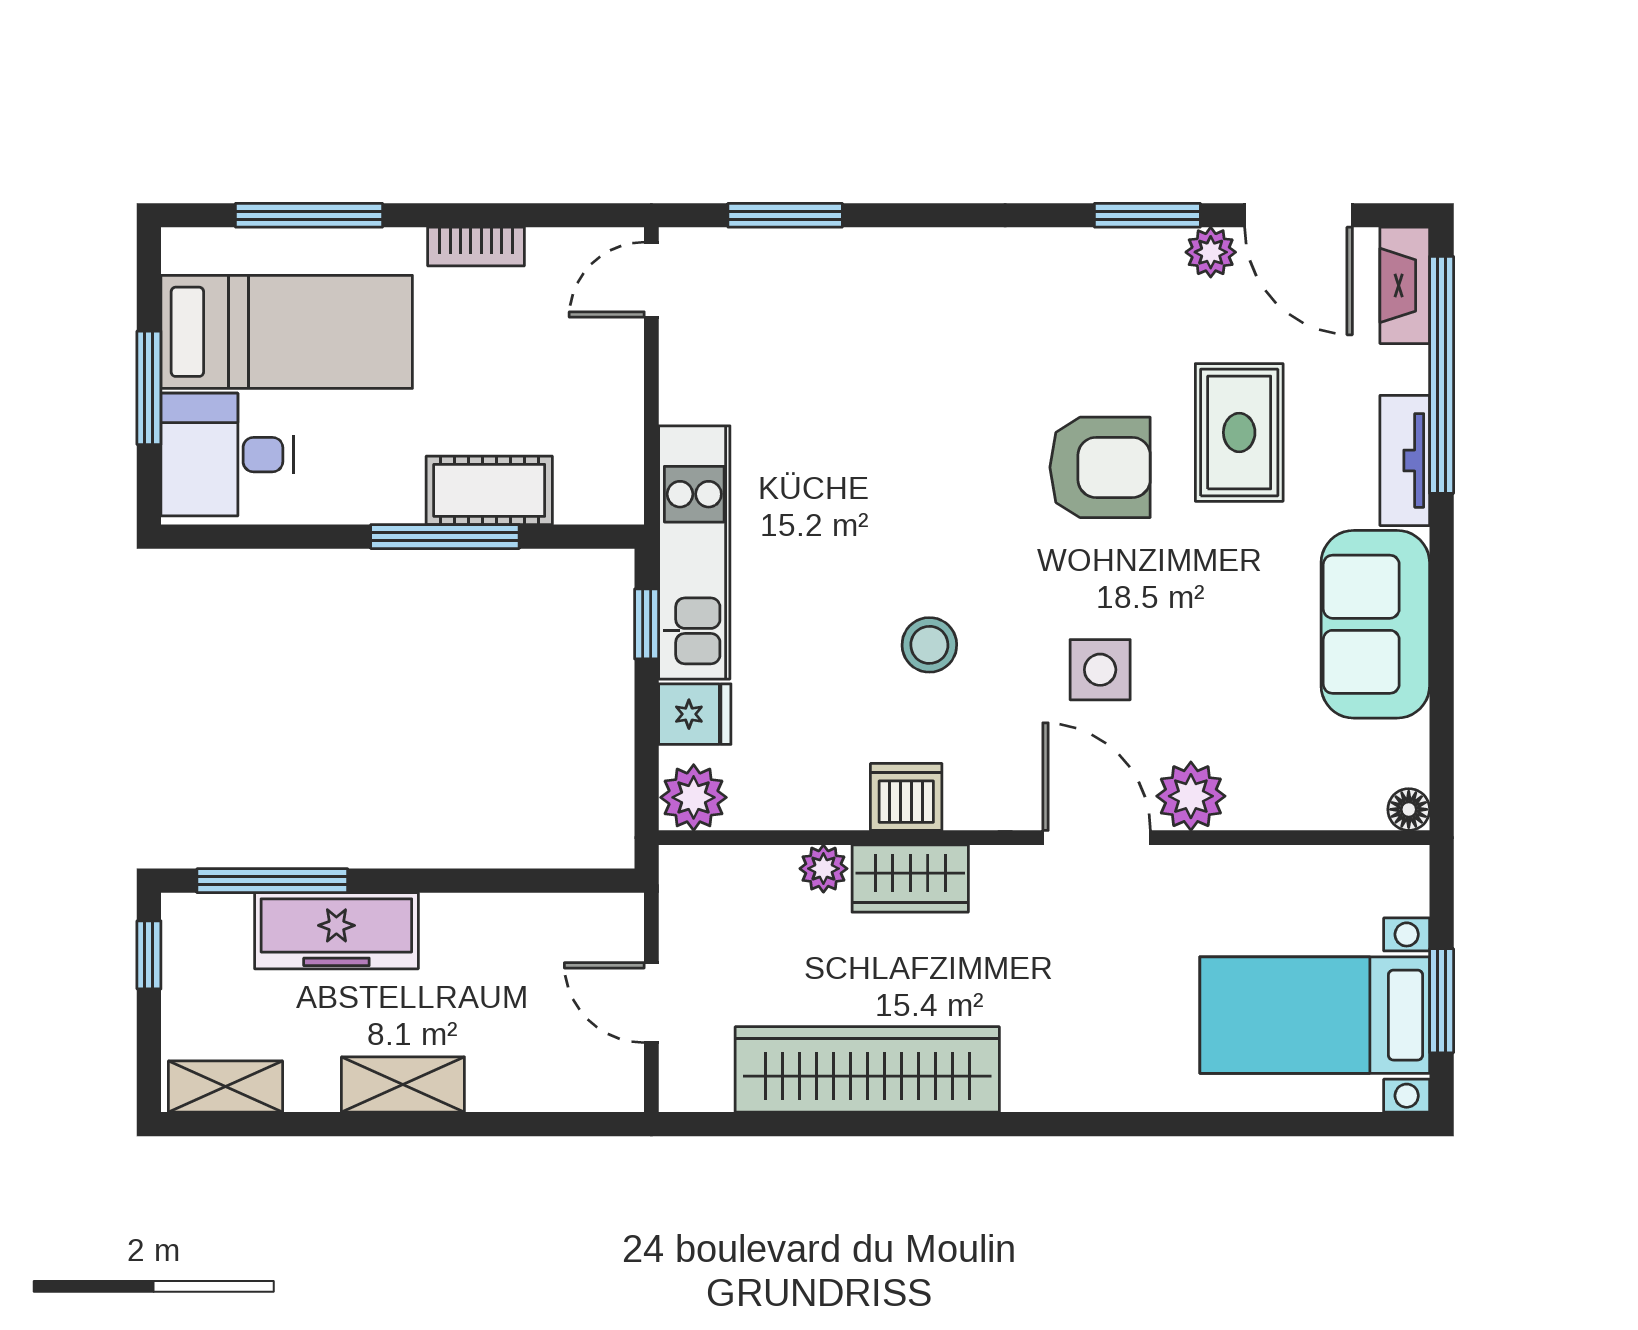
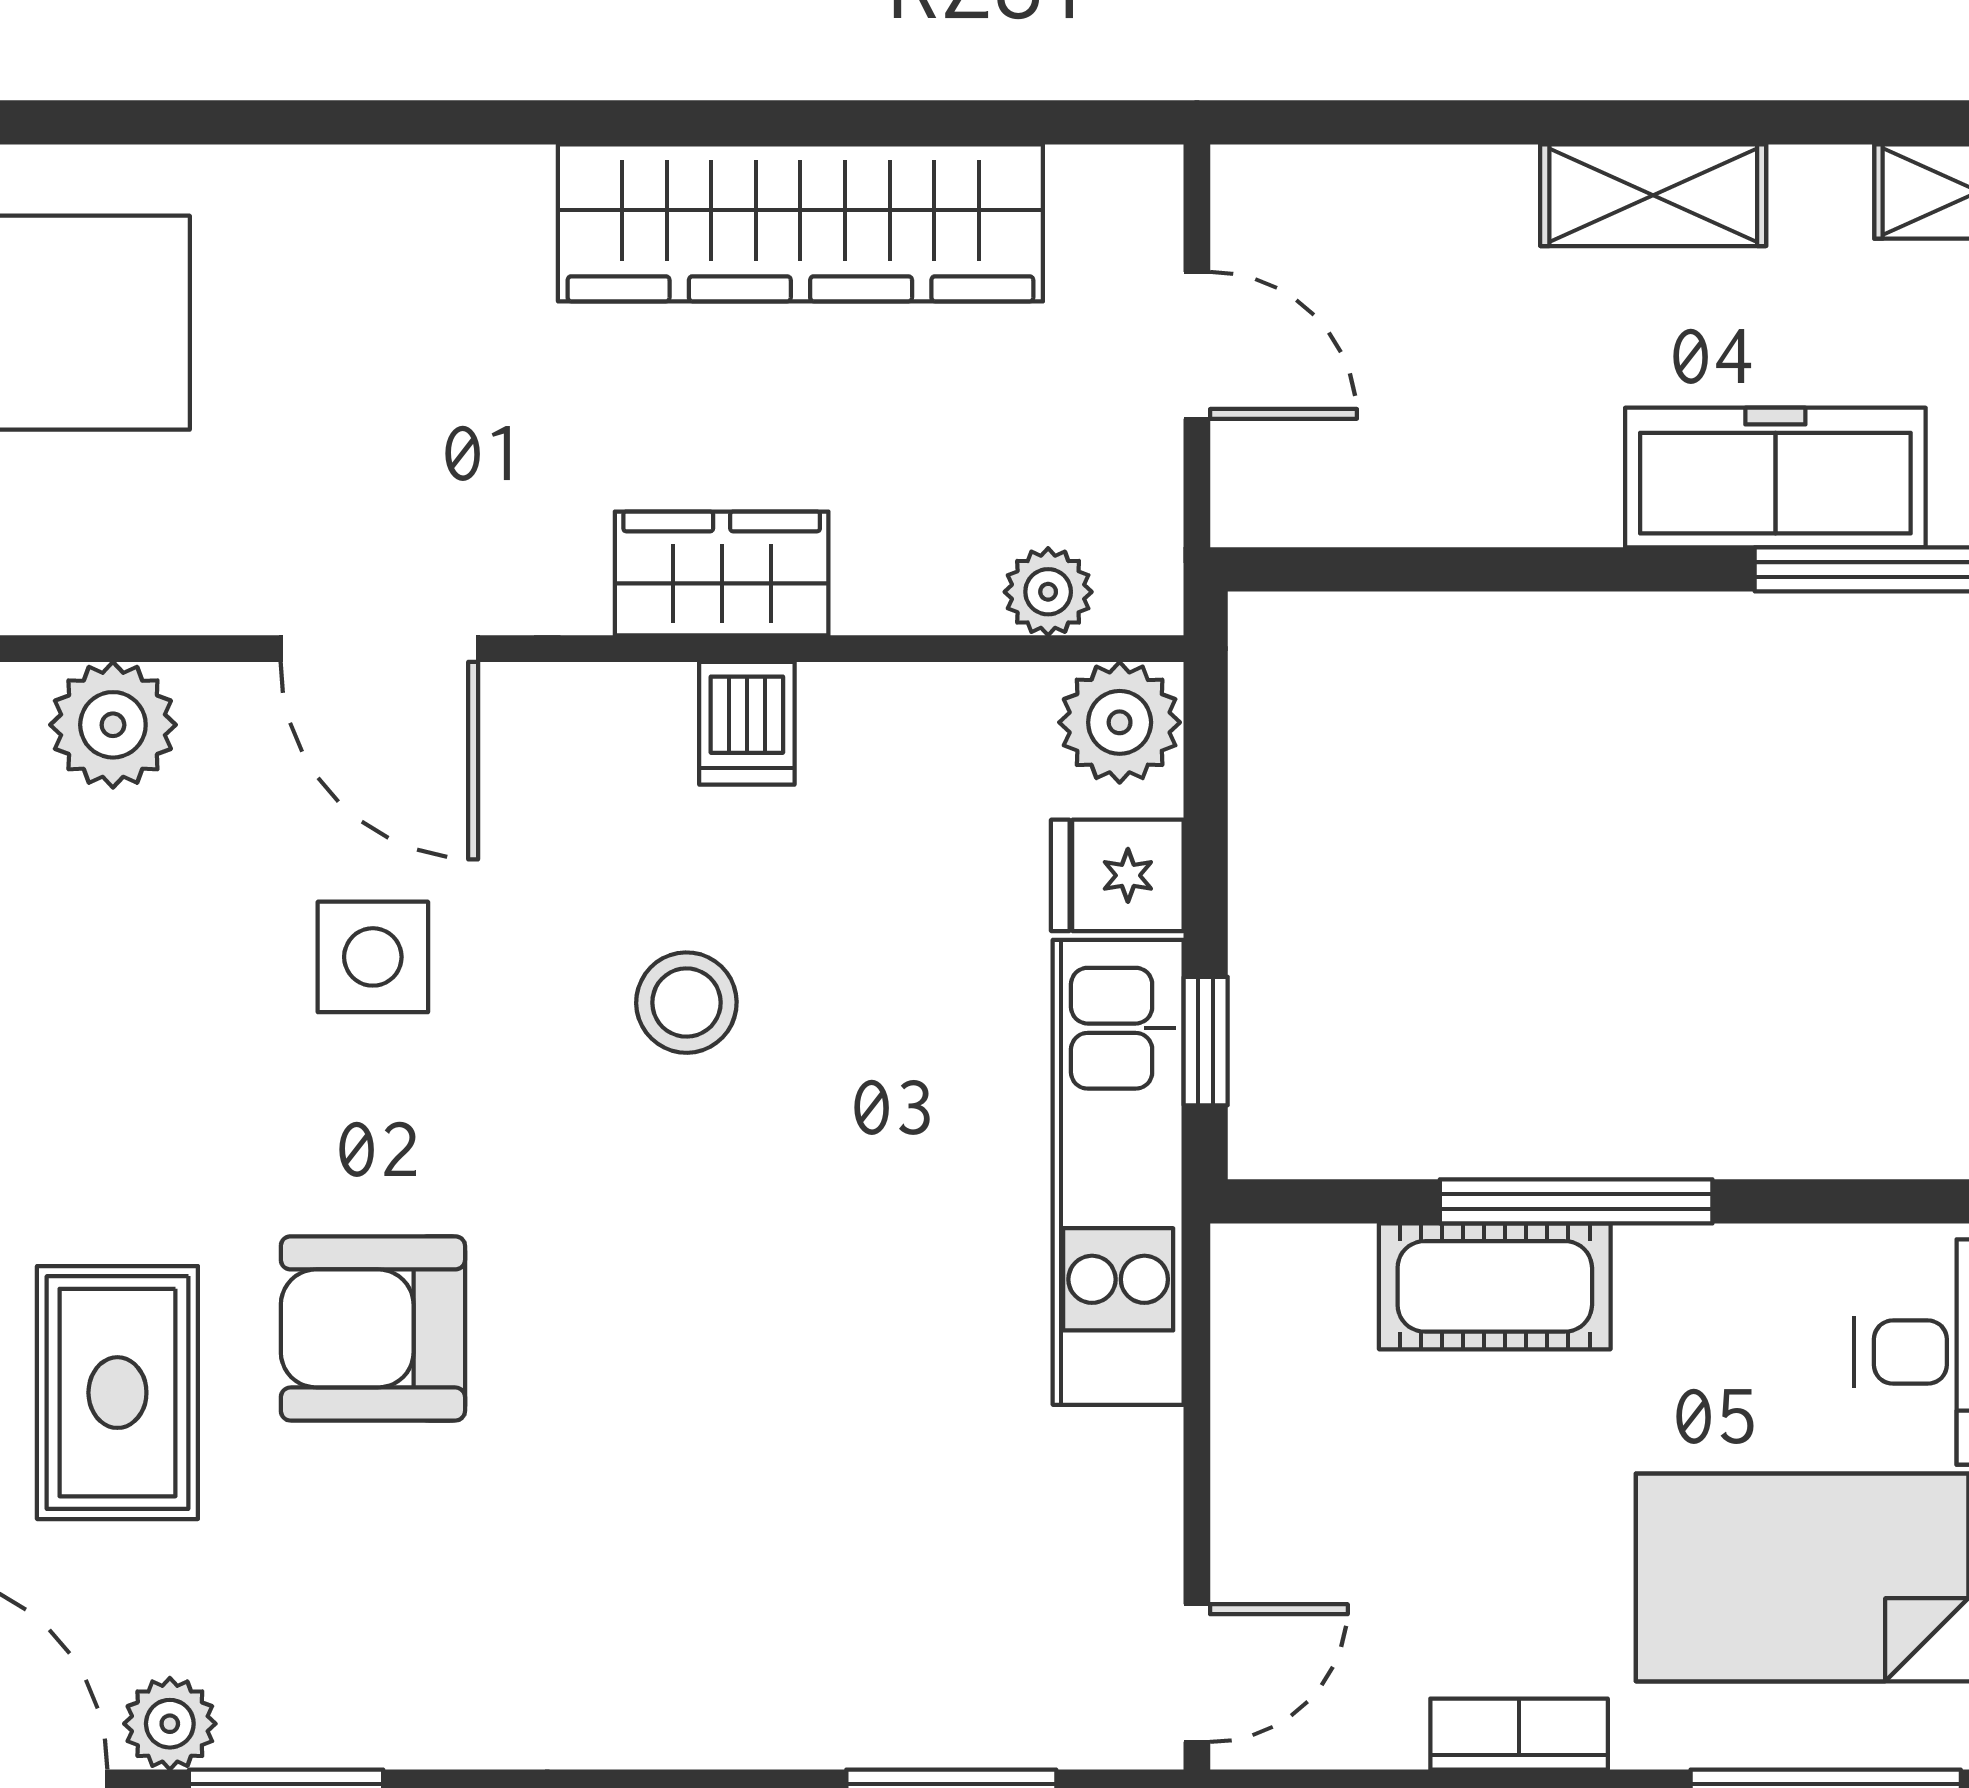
plant: (1191, 796) -> (113, 725), moved
dishwasher: (906, 797) -> (747, 723), width x0.73
plant: (823, 869) -> (1048, 592), moved

